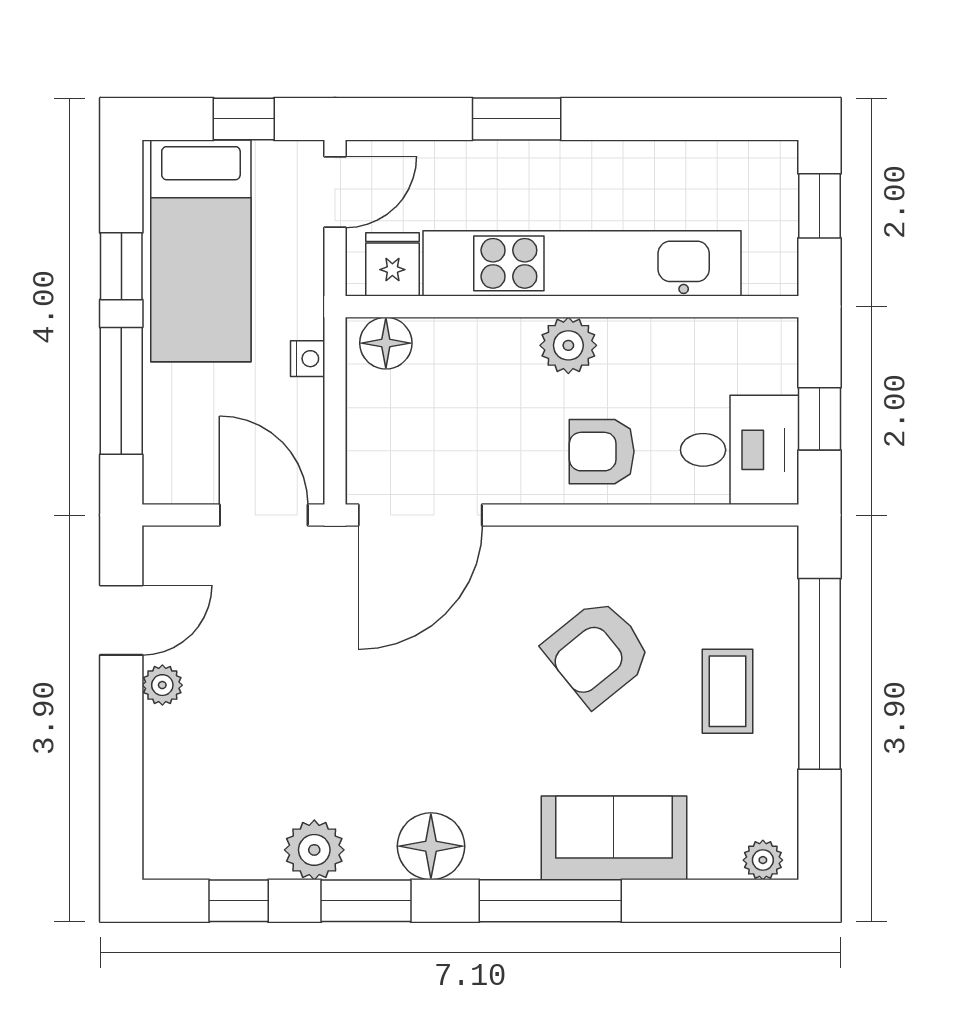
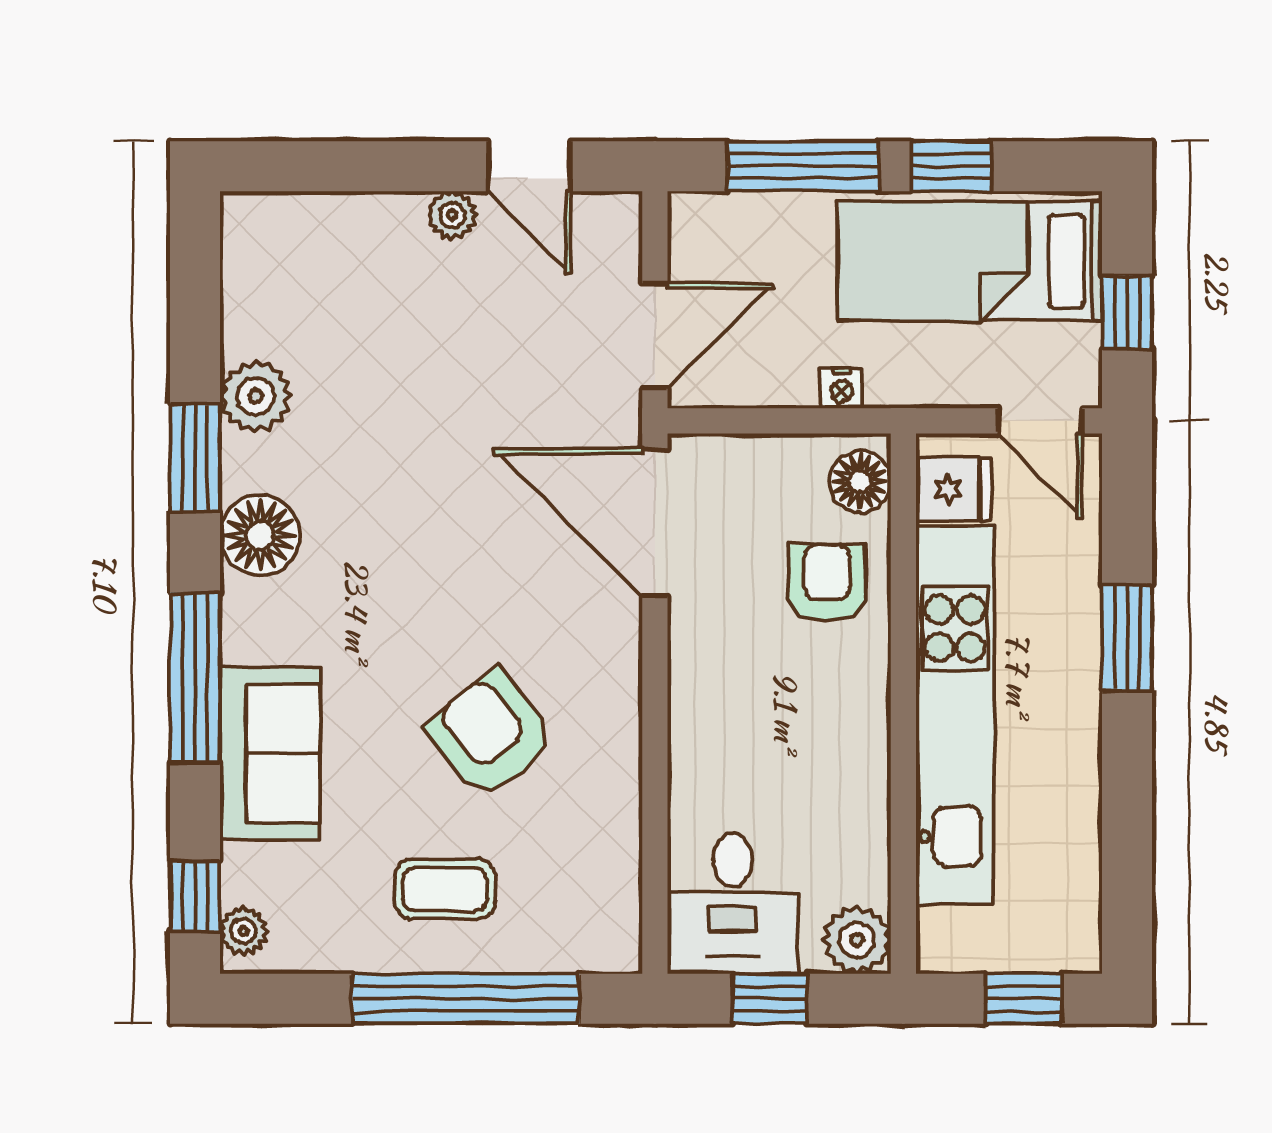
plant: (568, 345) -> (857, 940), moved
armchair: (602, 452) -> (827, 583), moved
window: (239, 901) -> (195, 896), moved

